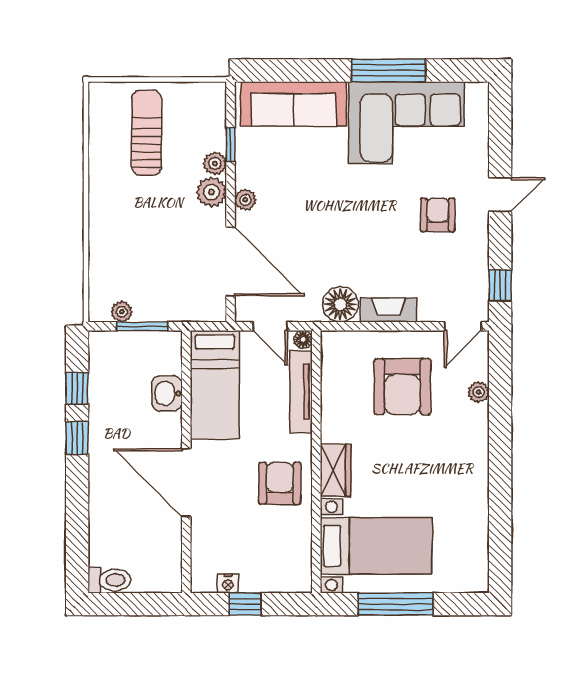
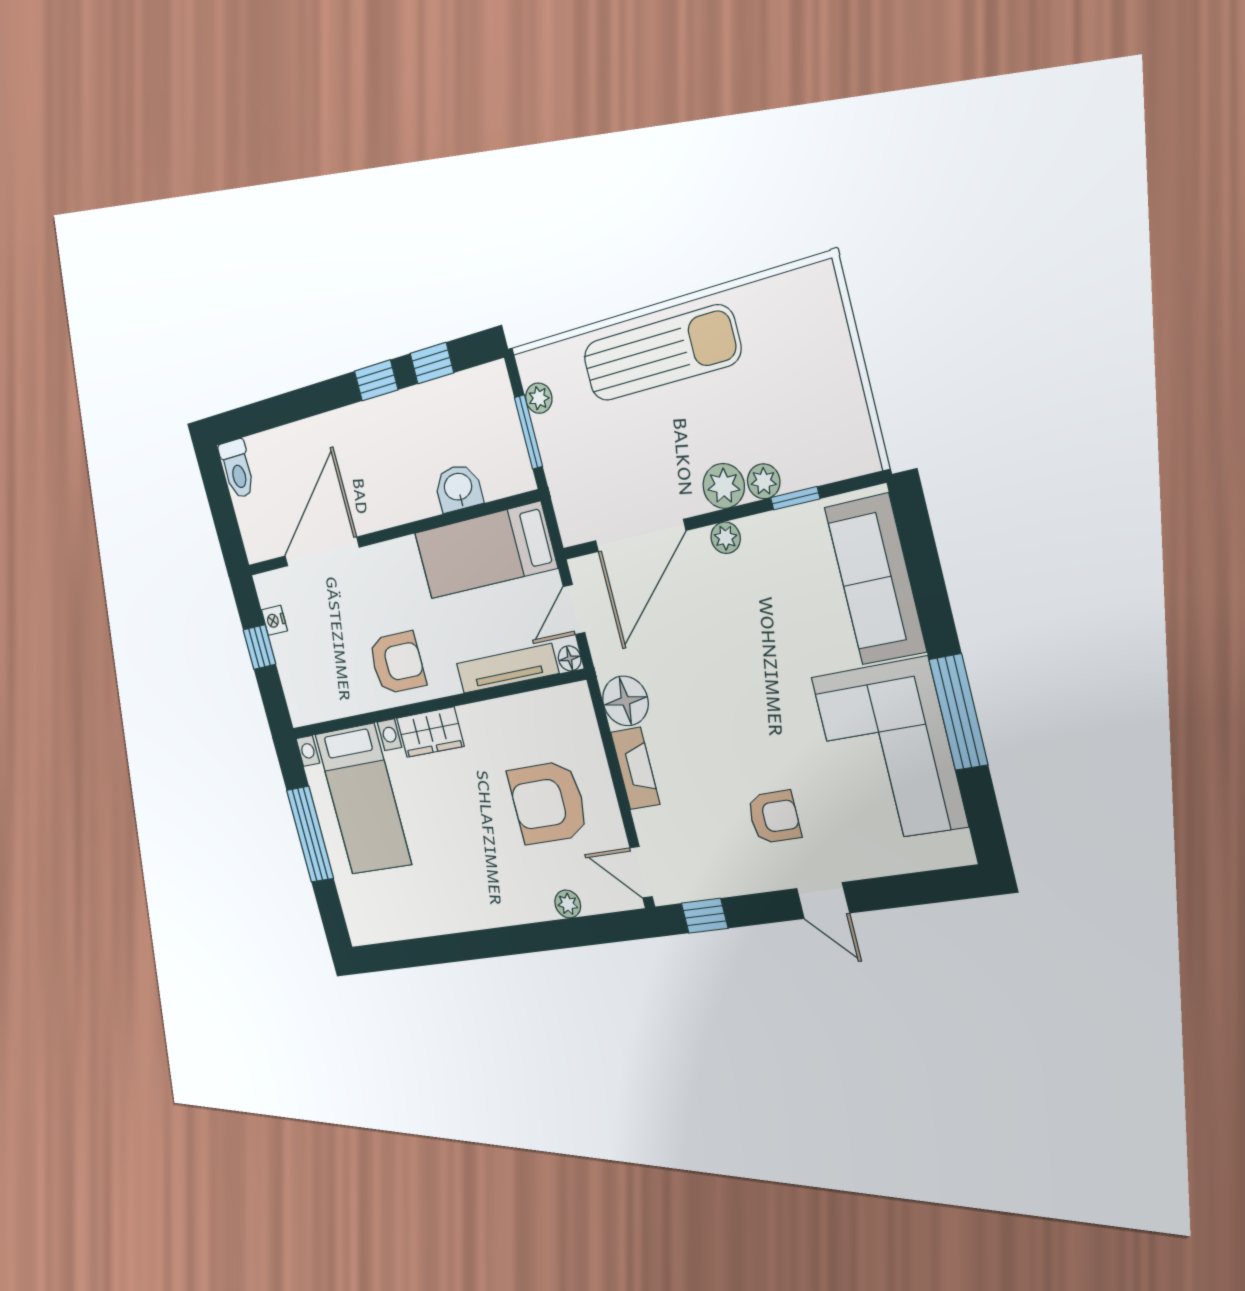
sun lounger: (147, 133) -> (661, 353), moved, width x1.36, depth x1.34
door: (186, 483) -> (322, 552), moved

